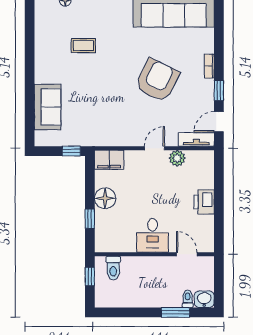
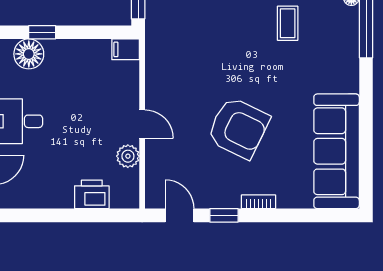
tv unit: (196, 139) -> (154, 183), removed
filing cabinet: (109, 160) -> (126, 49), width x0.50
floor lamp: (105, 198) -> (29, 54), moved
printer: (204, 202) -> (92, 194), moved

